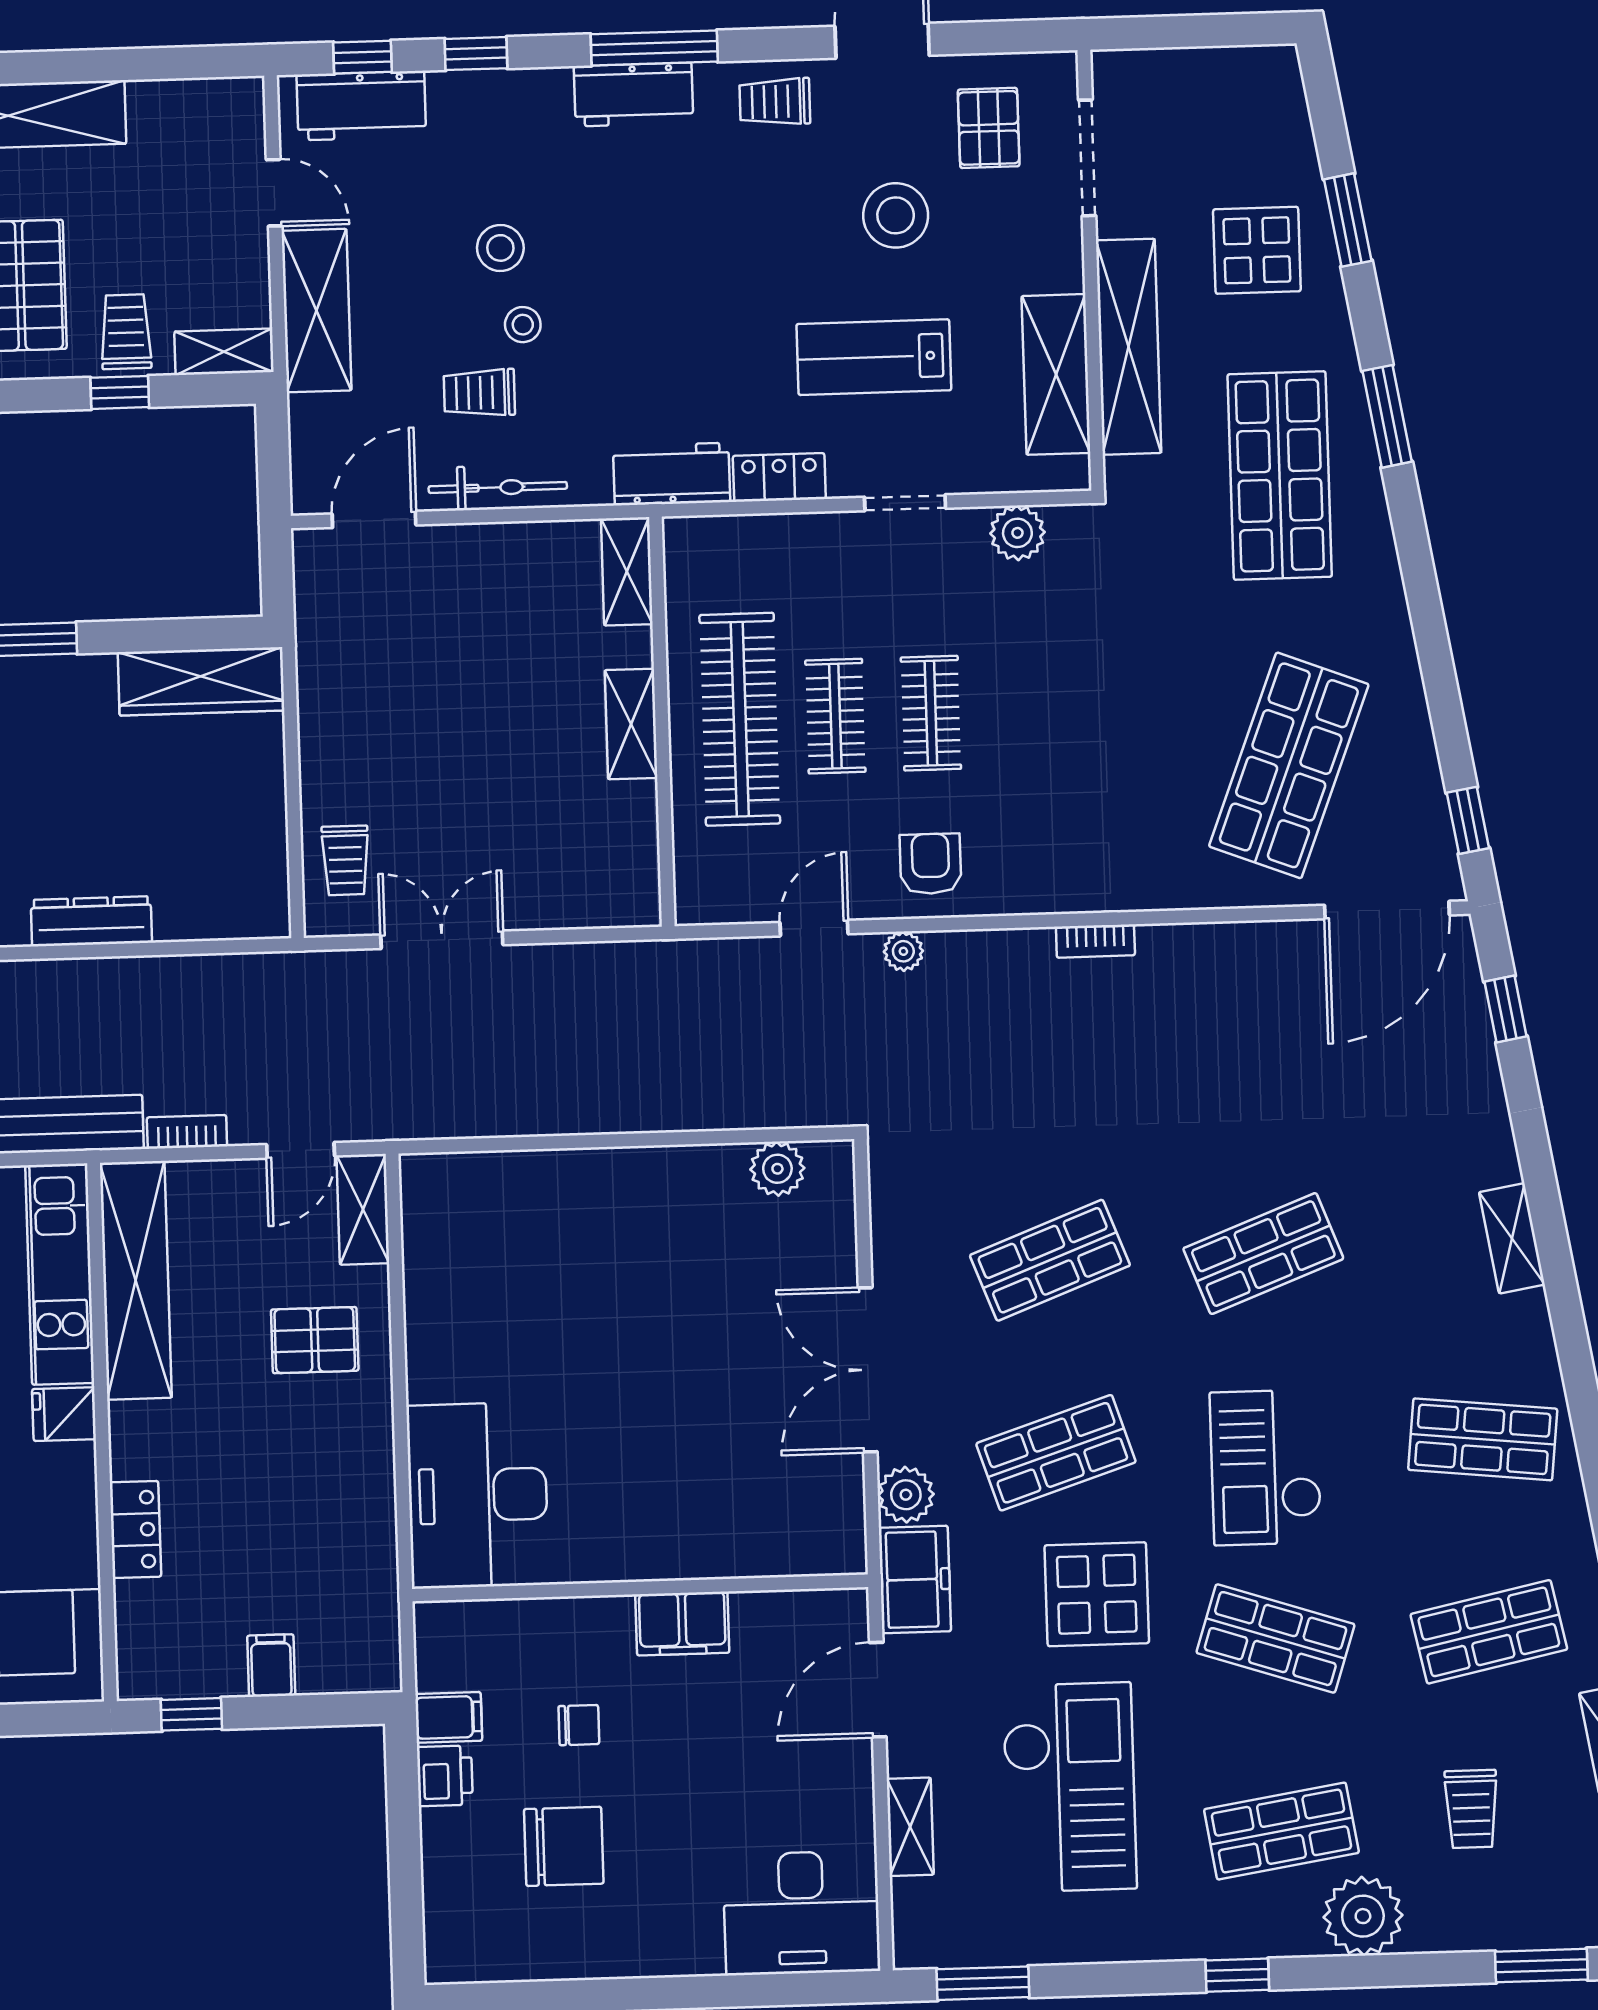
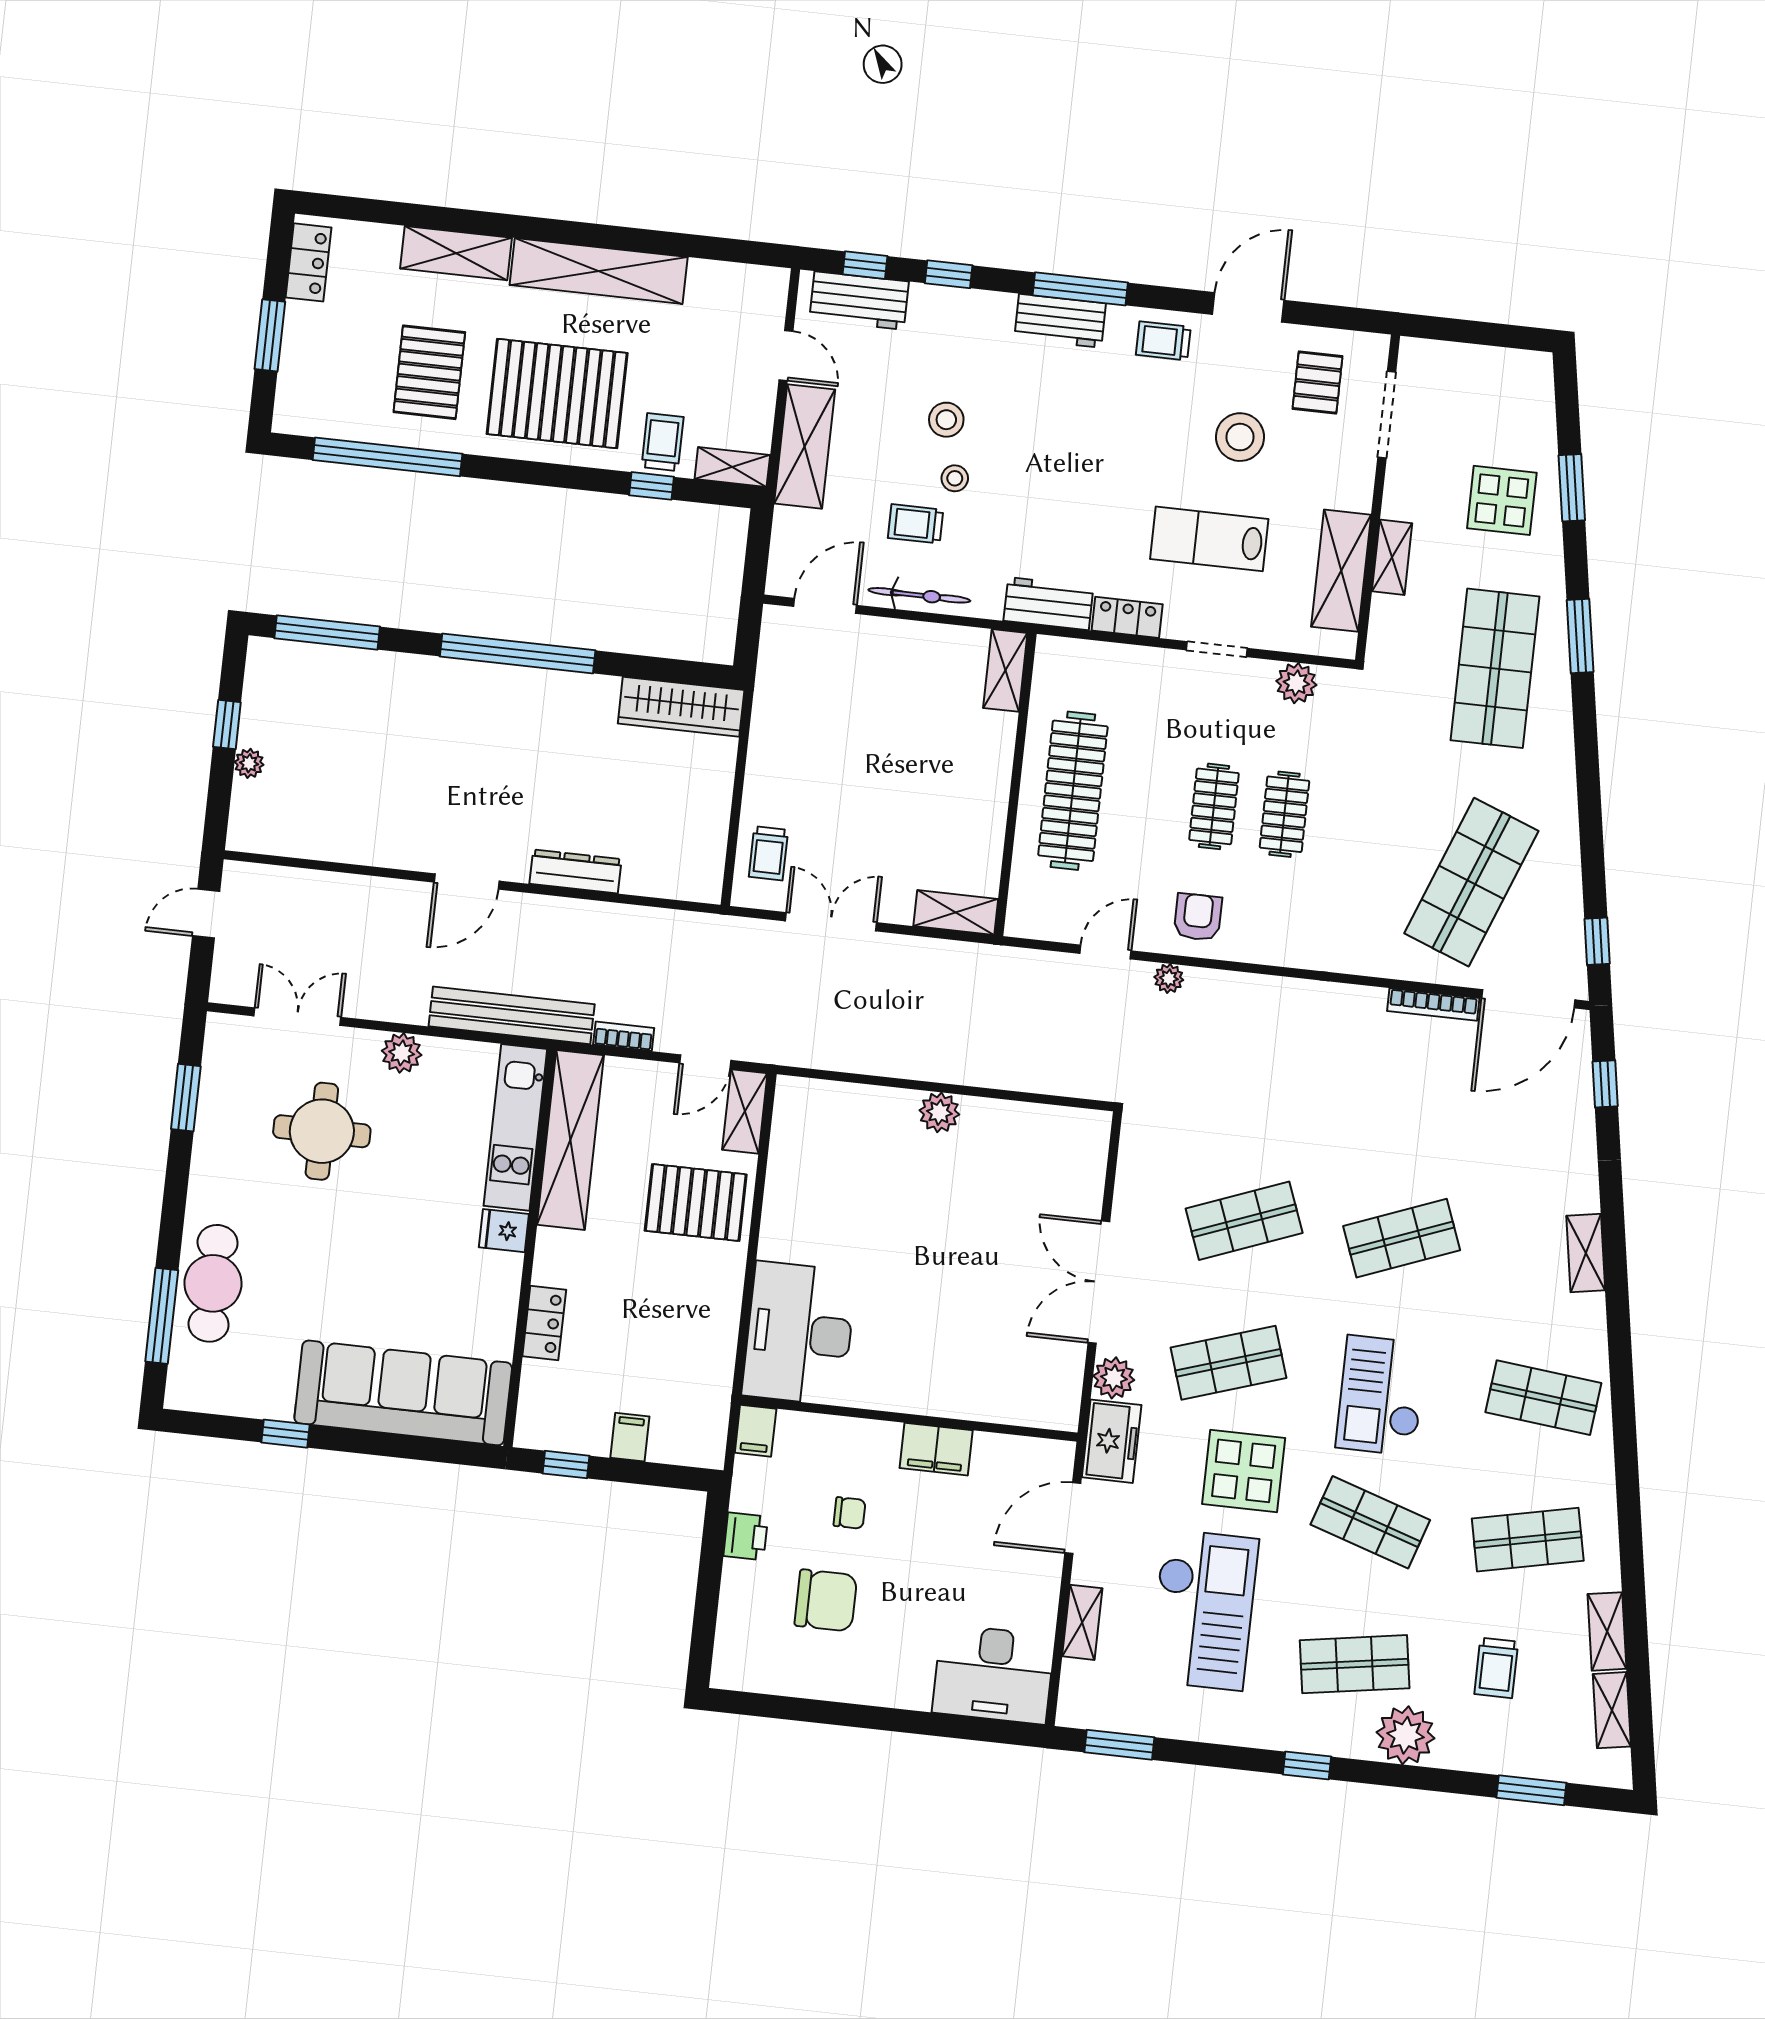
shelving: (1129, 347) -> (1392, 557), width x0.45, depth x0.75
clothes rail: (835, 716) -> (1284, 814), moved
shelving: (631, 724) -> (956, 913), moved, turned 90
bookcase: (1095, 941) -> (1433, 1005), moved, width x1.56
plant: (777, 1169) -> (939, 1112), moved
pallet: (315, 1340) -> (696, 1203), width x1.50, depth x1.42
filing cabinet: (449, 1717) -> (756, 1431), moved, turned 90

